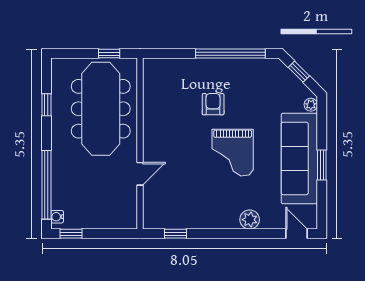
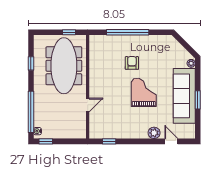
window: (230, 54) -> (128, 32), moved
window: (299, 72) -> (184, 43), removed
grand piano: (233, 153) -> (144, 92), turned 180
door: (296, 234) -> (171, 141), moved

